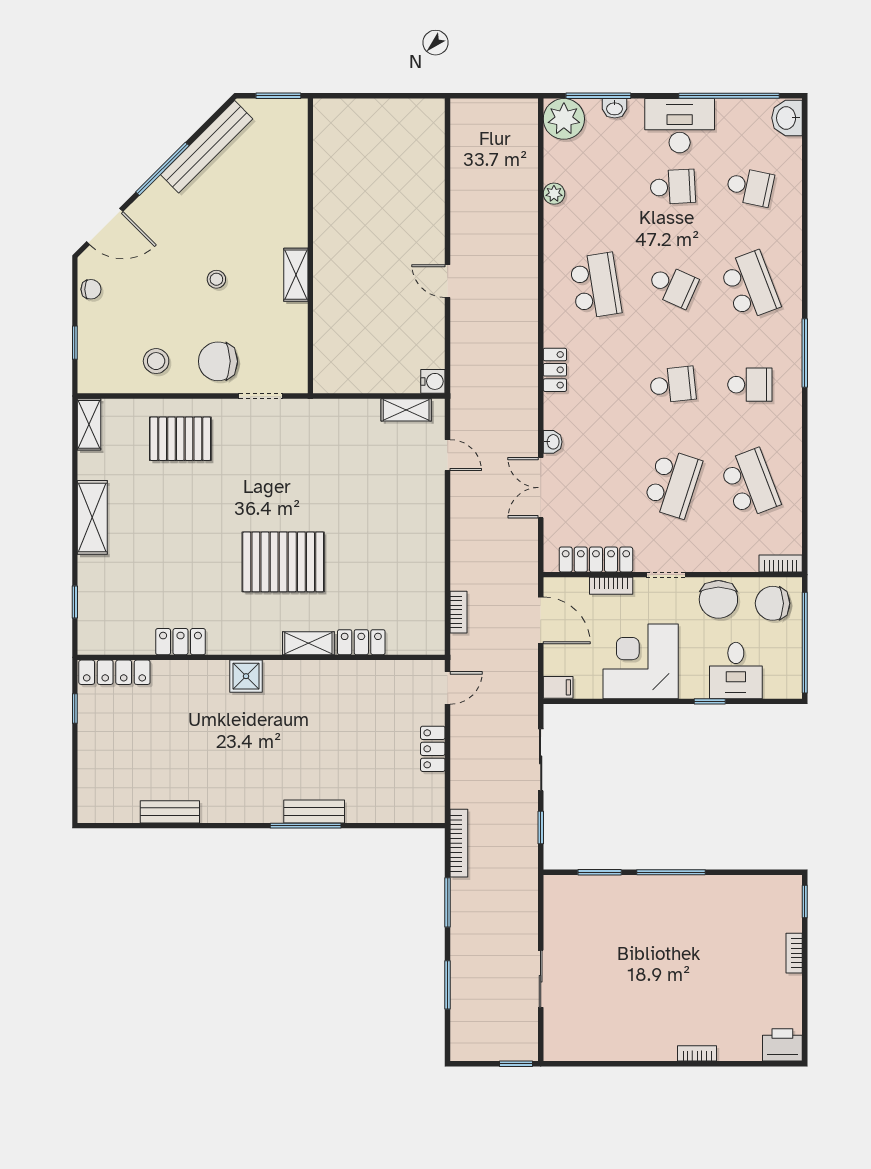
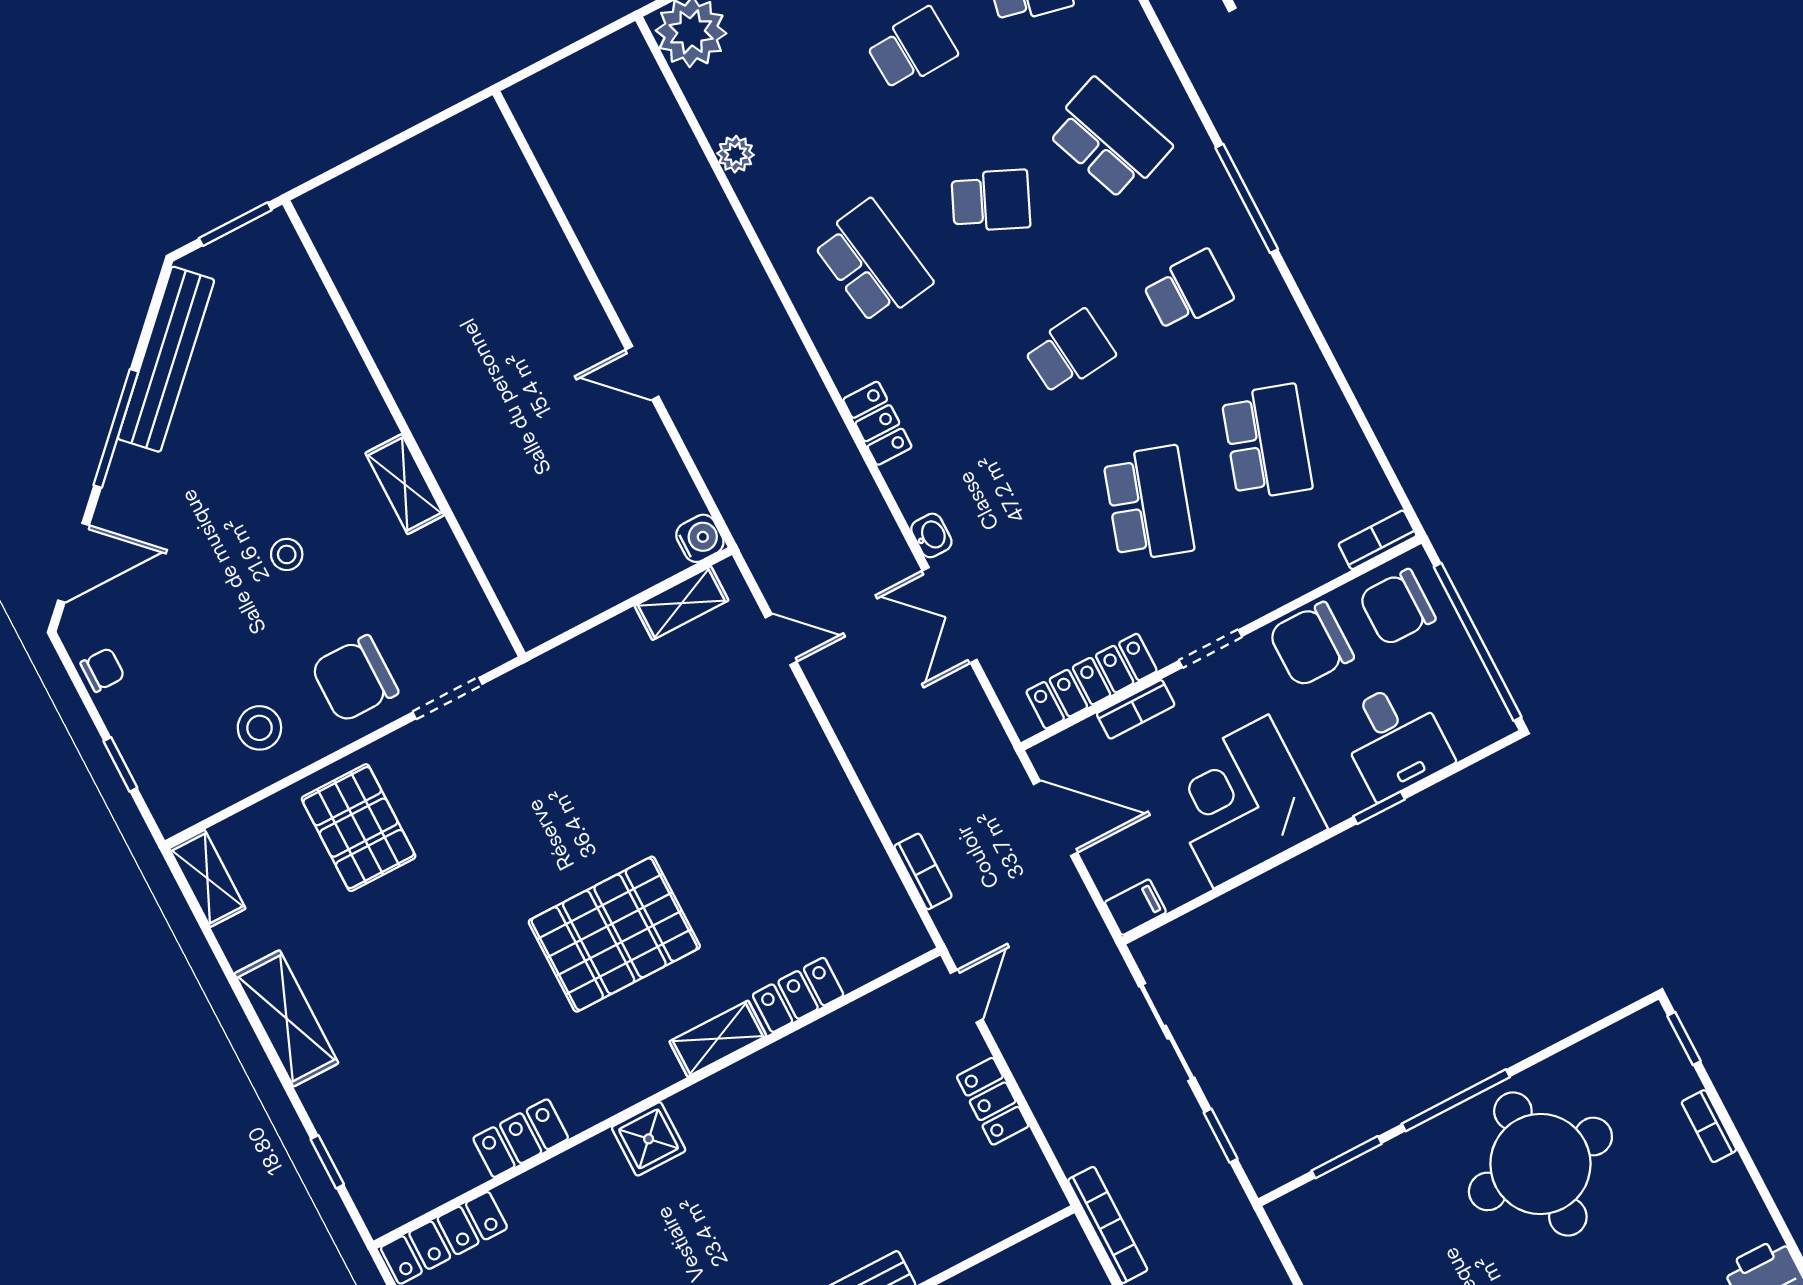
pallet: (180, 439) -> (359, 828), turned 90
school desk: (750, 484) -> (1267, 442), turned 39
chair: (718, 599) -> (1311, 645), turned 90
round table: (697, 928) -> (1540, 1164), added

